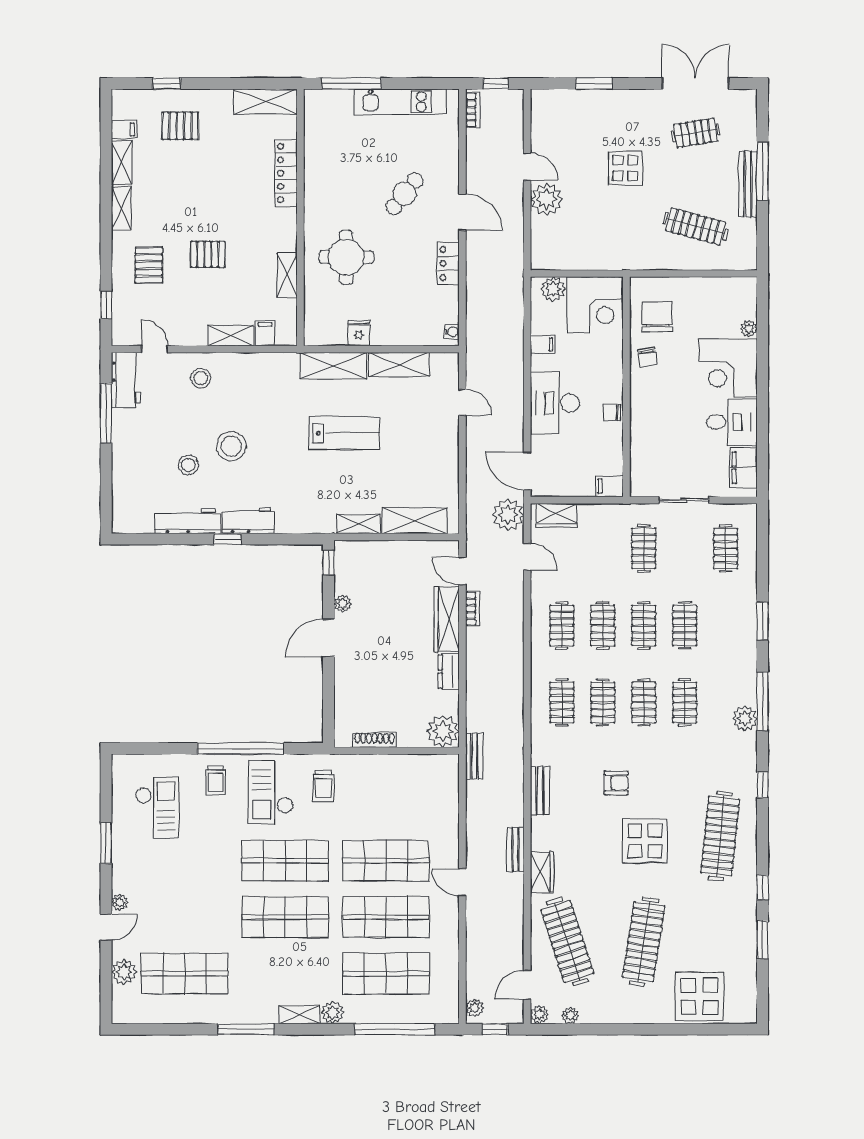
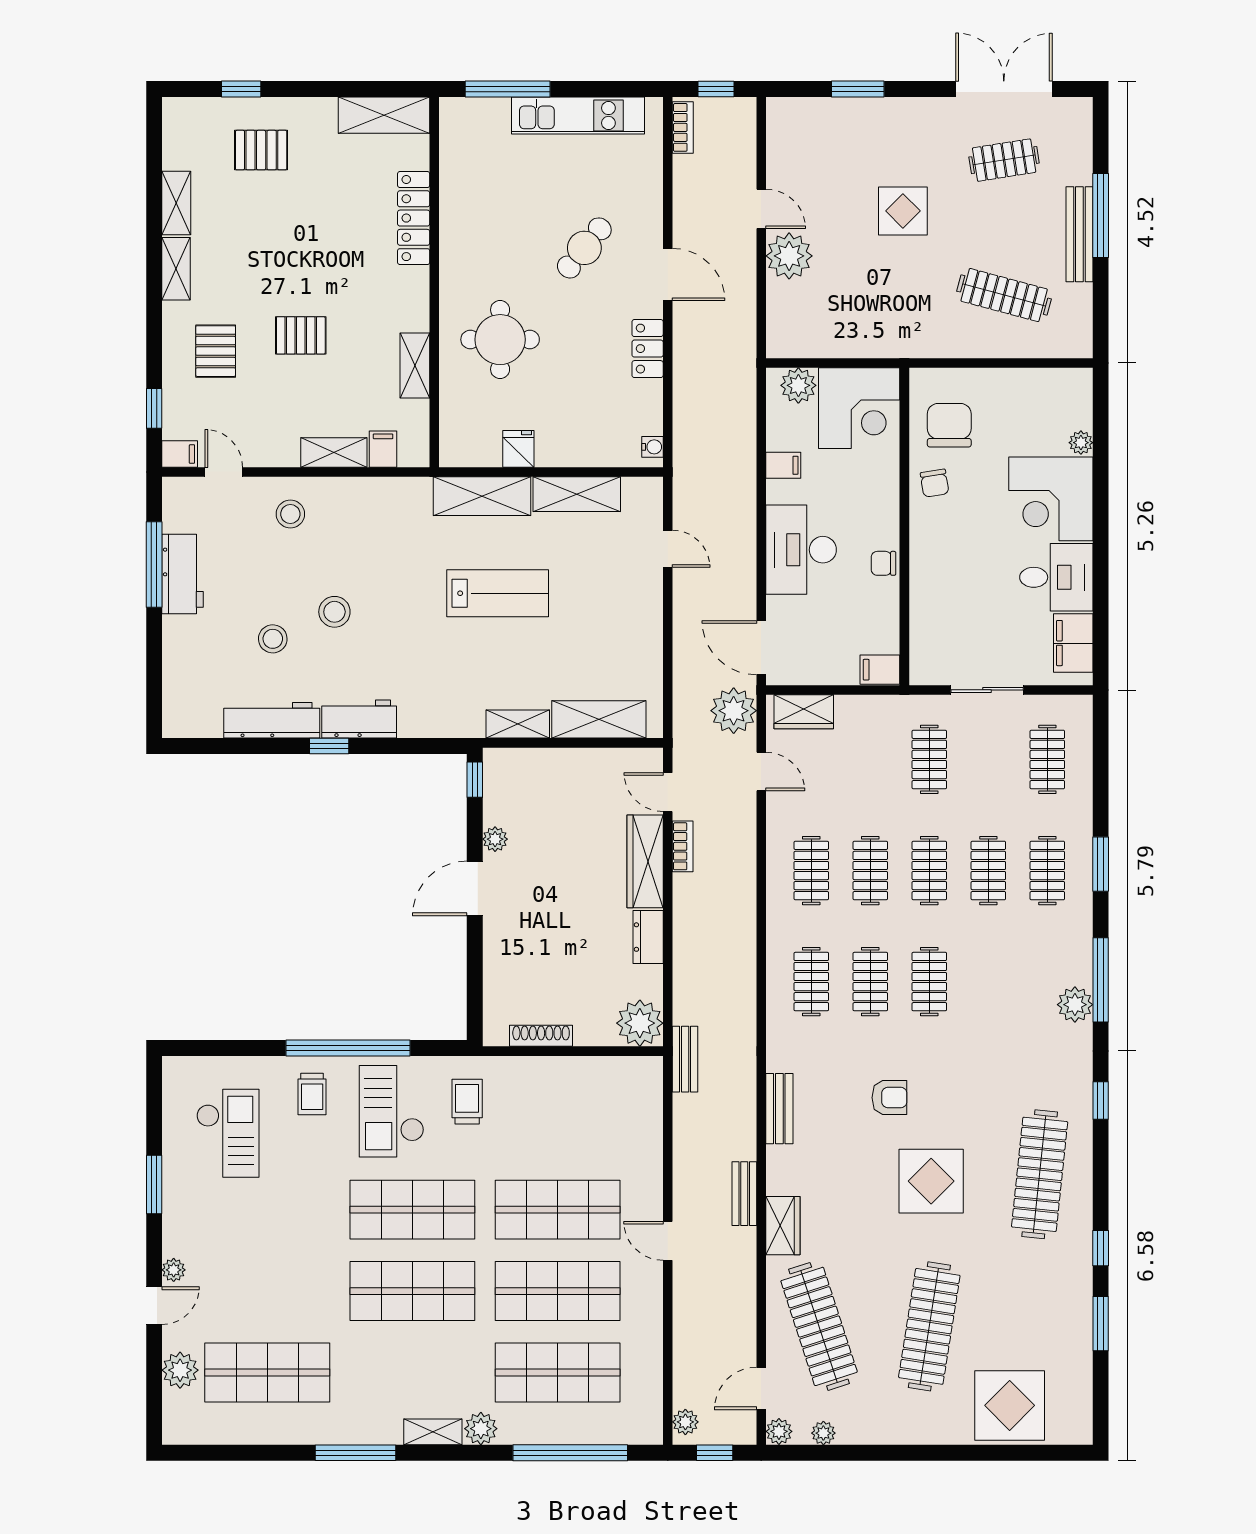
filing cabinet: (124, 129) -> (180, 454), moved
workbench: (126, 380) -> (182, 574), moved
stool: (231, 446) -> (334, 612), width x0.73, depth x0.73
clothes rail: (685, 702) -> (1047, 871), moved
trolley: (323, 786) -> (467, 1102), turned 180

